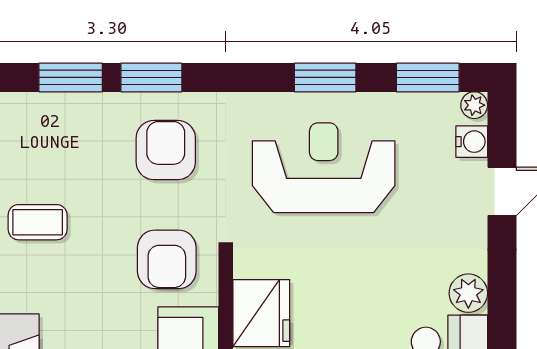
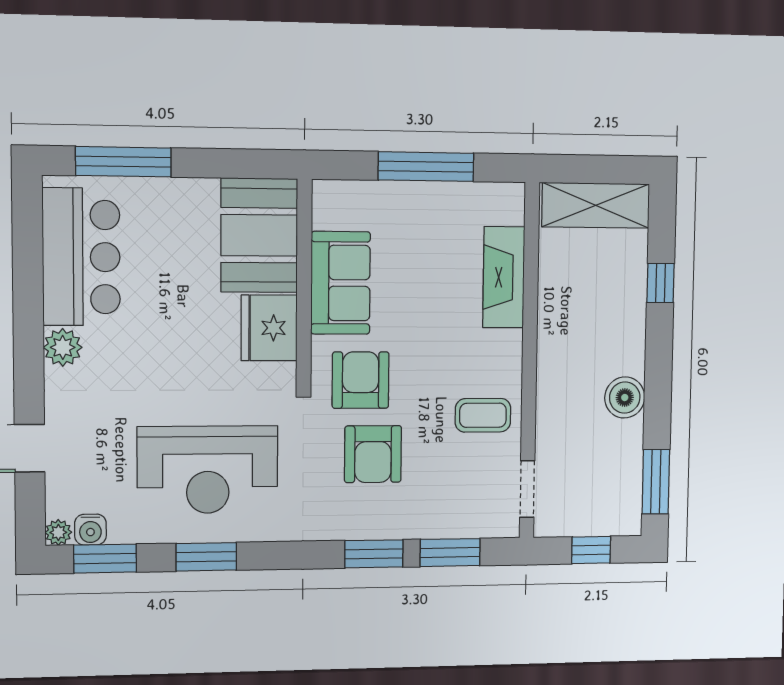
water cooler: (472, 142) -> (90, 530), moved, turned -90
armchair: (166, 150) -> (373, 454), moved

